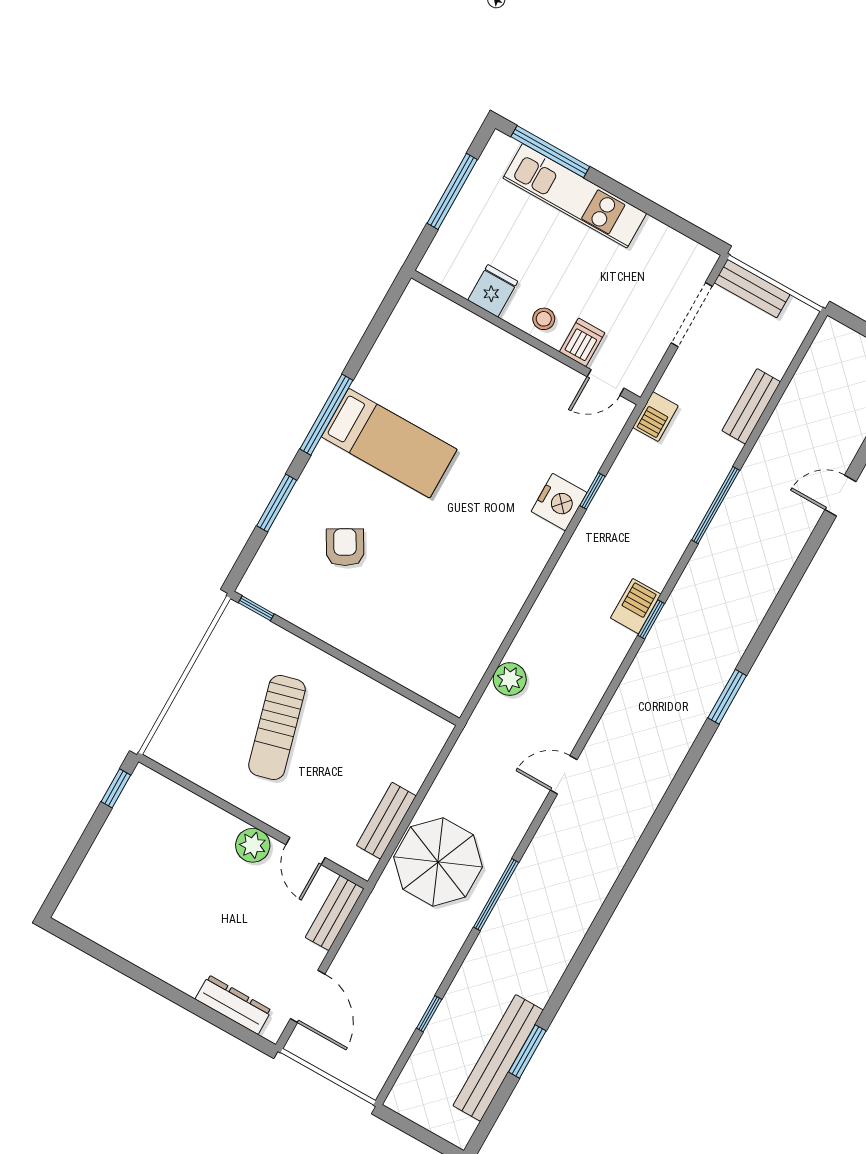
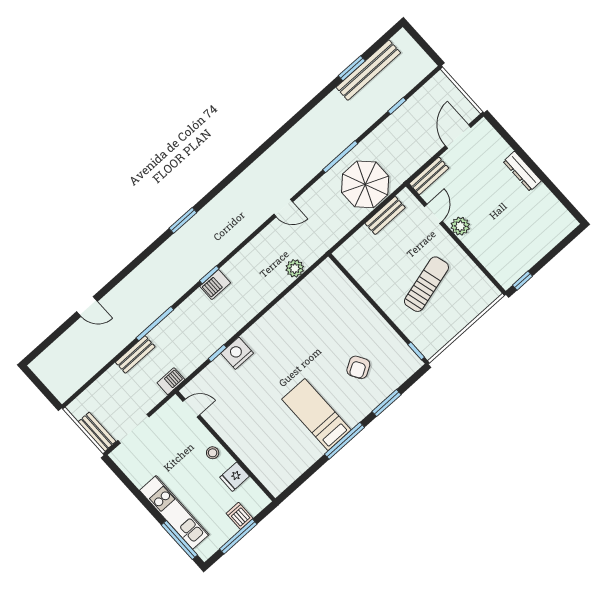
dishwasher: (582, 342) -> (240, 516), moved, turned 90
bench: (751, 406) -> (135, 354), moved
dresser: (233, 1005) -> (522, 171), moved

